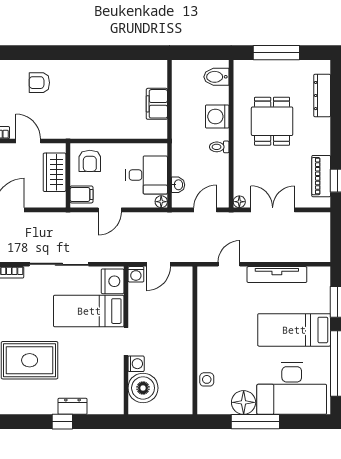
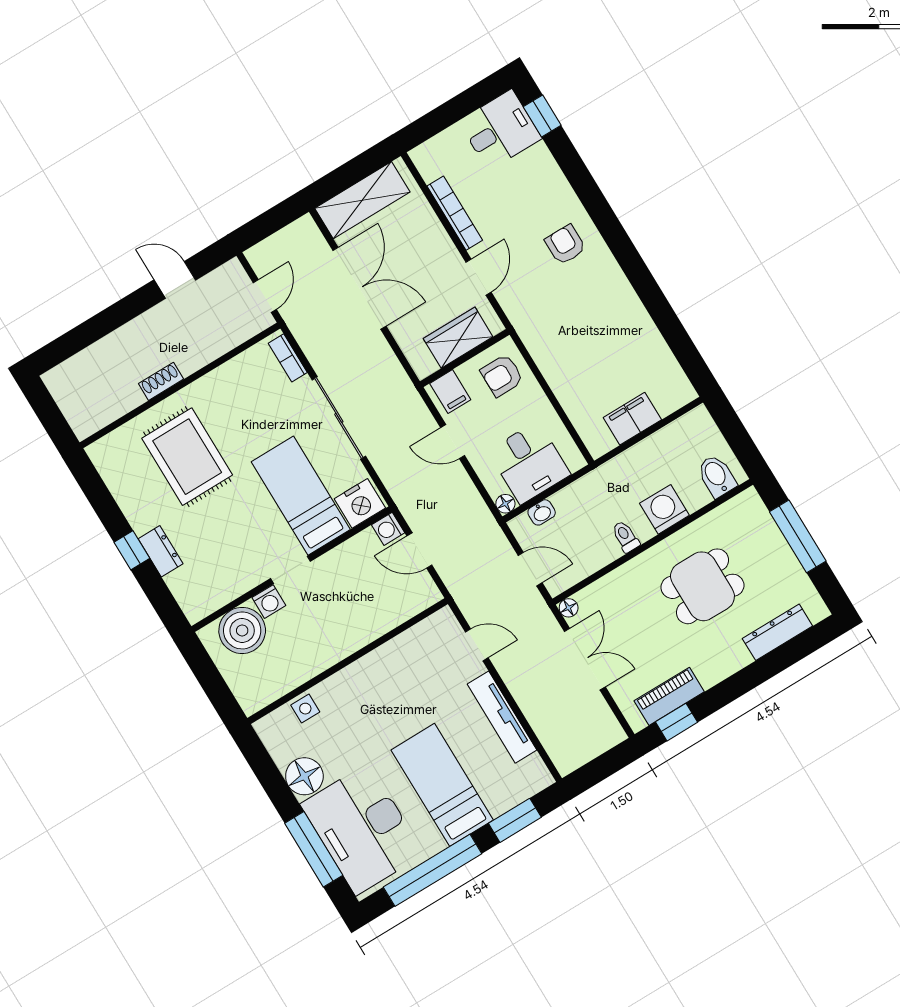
window: (255, 422) -> (314, 849), moved

